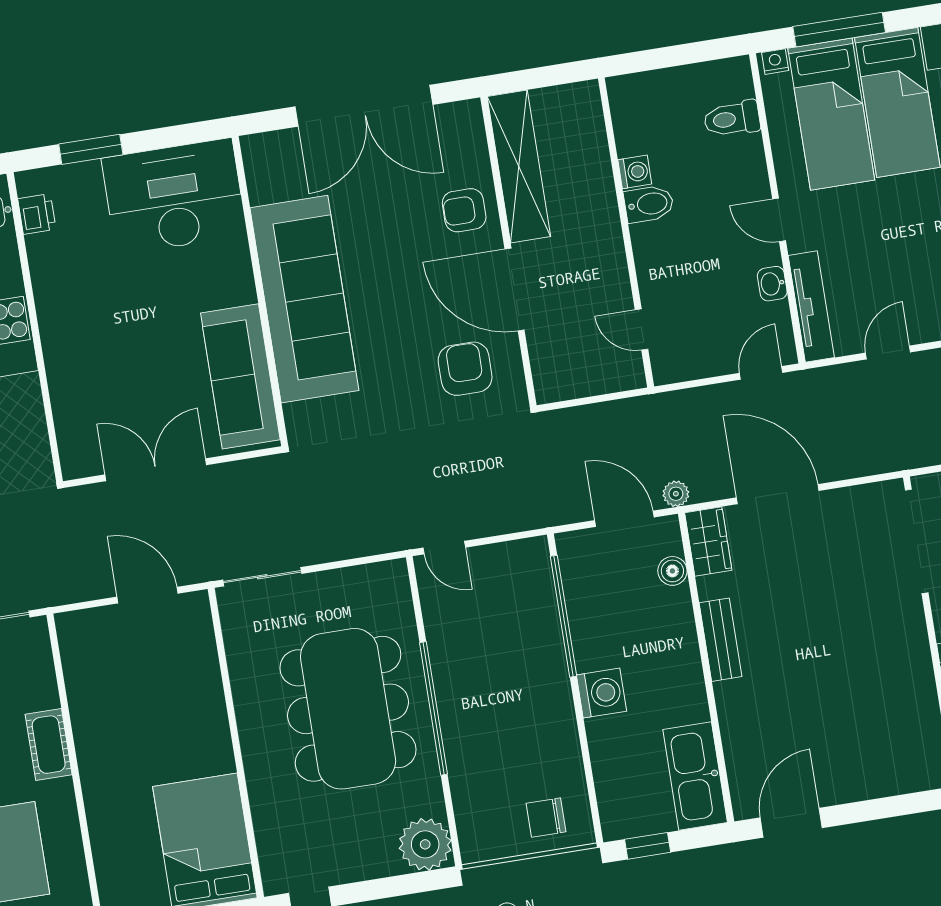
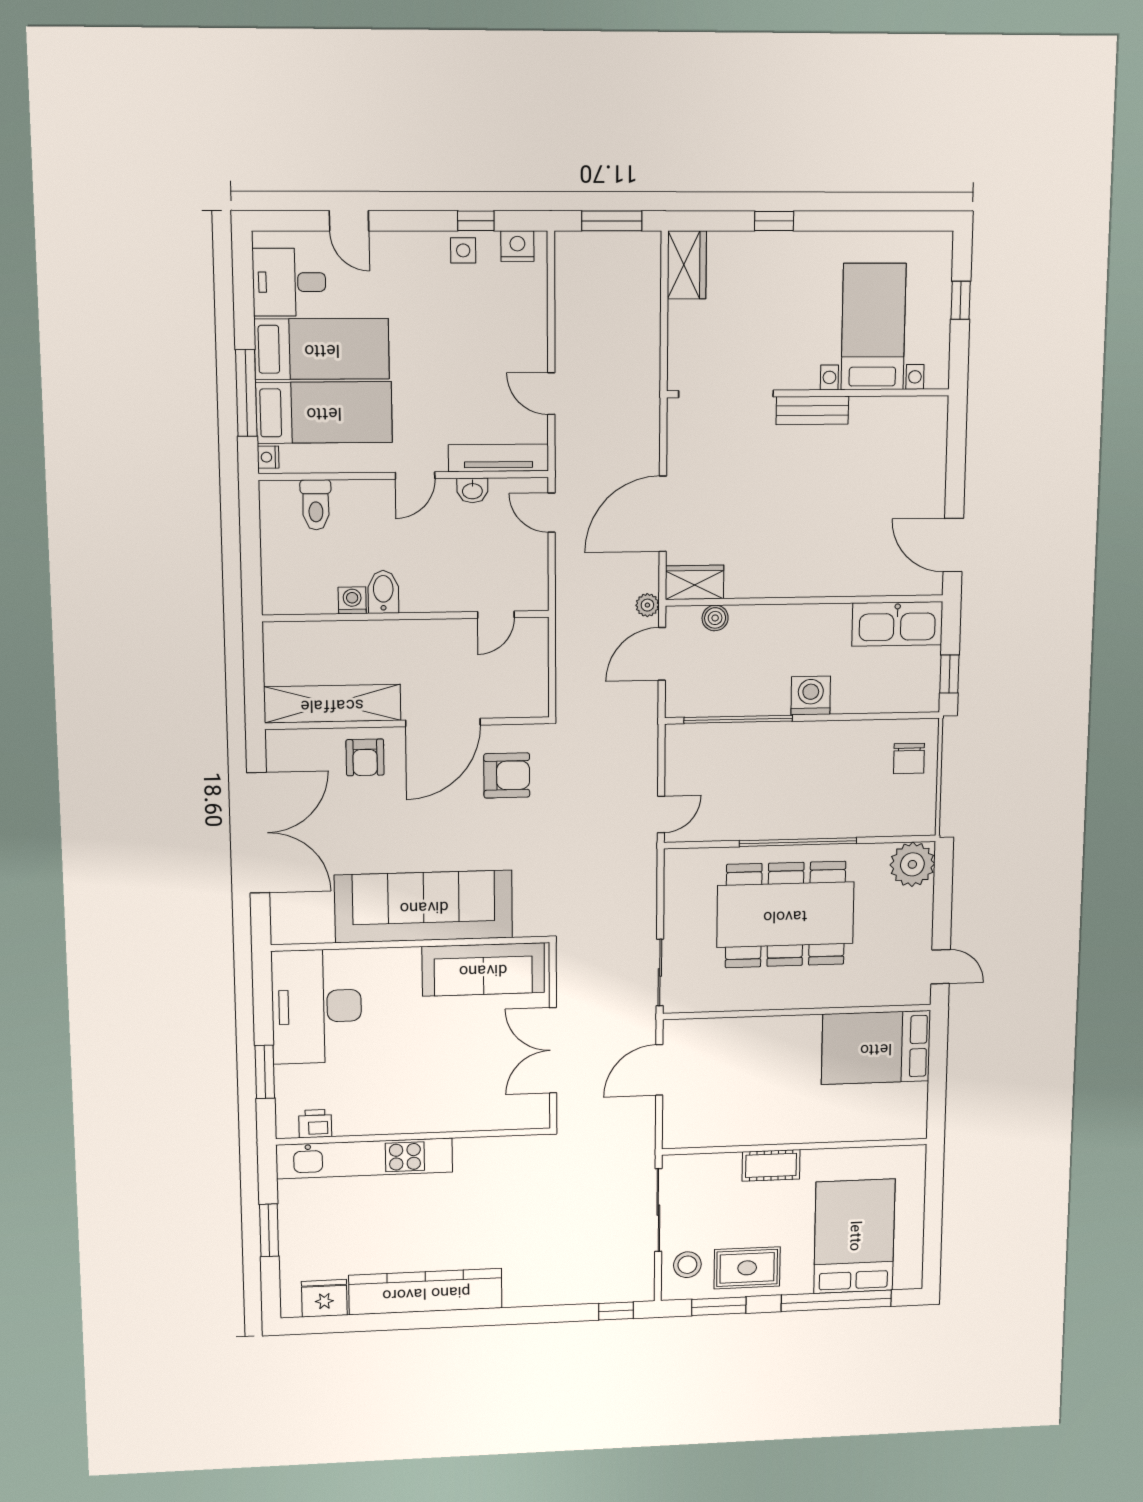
armchair: (465, 369) -> (507, 775), turned 180
bench: (720, 640) -> (812, 410), moved

